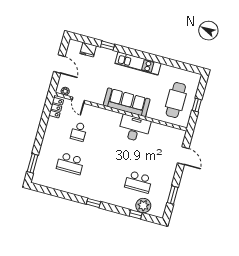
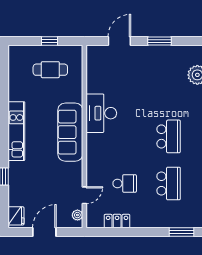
fridge: (88, 50) -> (16, 216), moved
cafe table: (176, 100) -> (50, 70), width x0.73, depth x0.74
locker: (56, 108) -> (117, 221), moved
school desk: (138, 182) -> (169, 136), moved
window: (173, 195) -> (159, 41), moved

